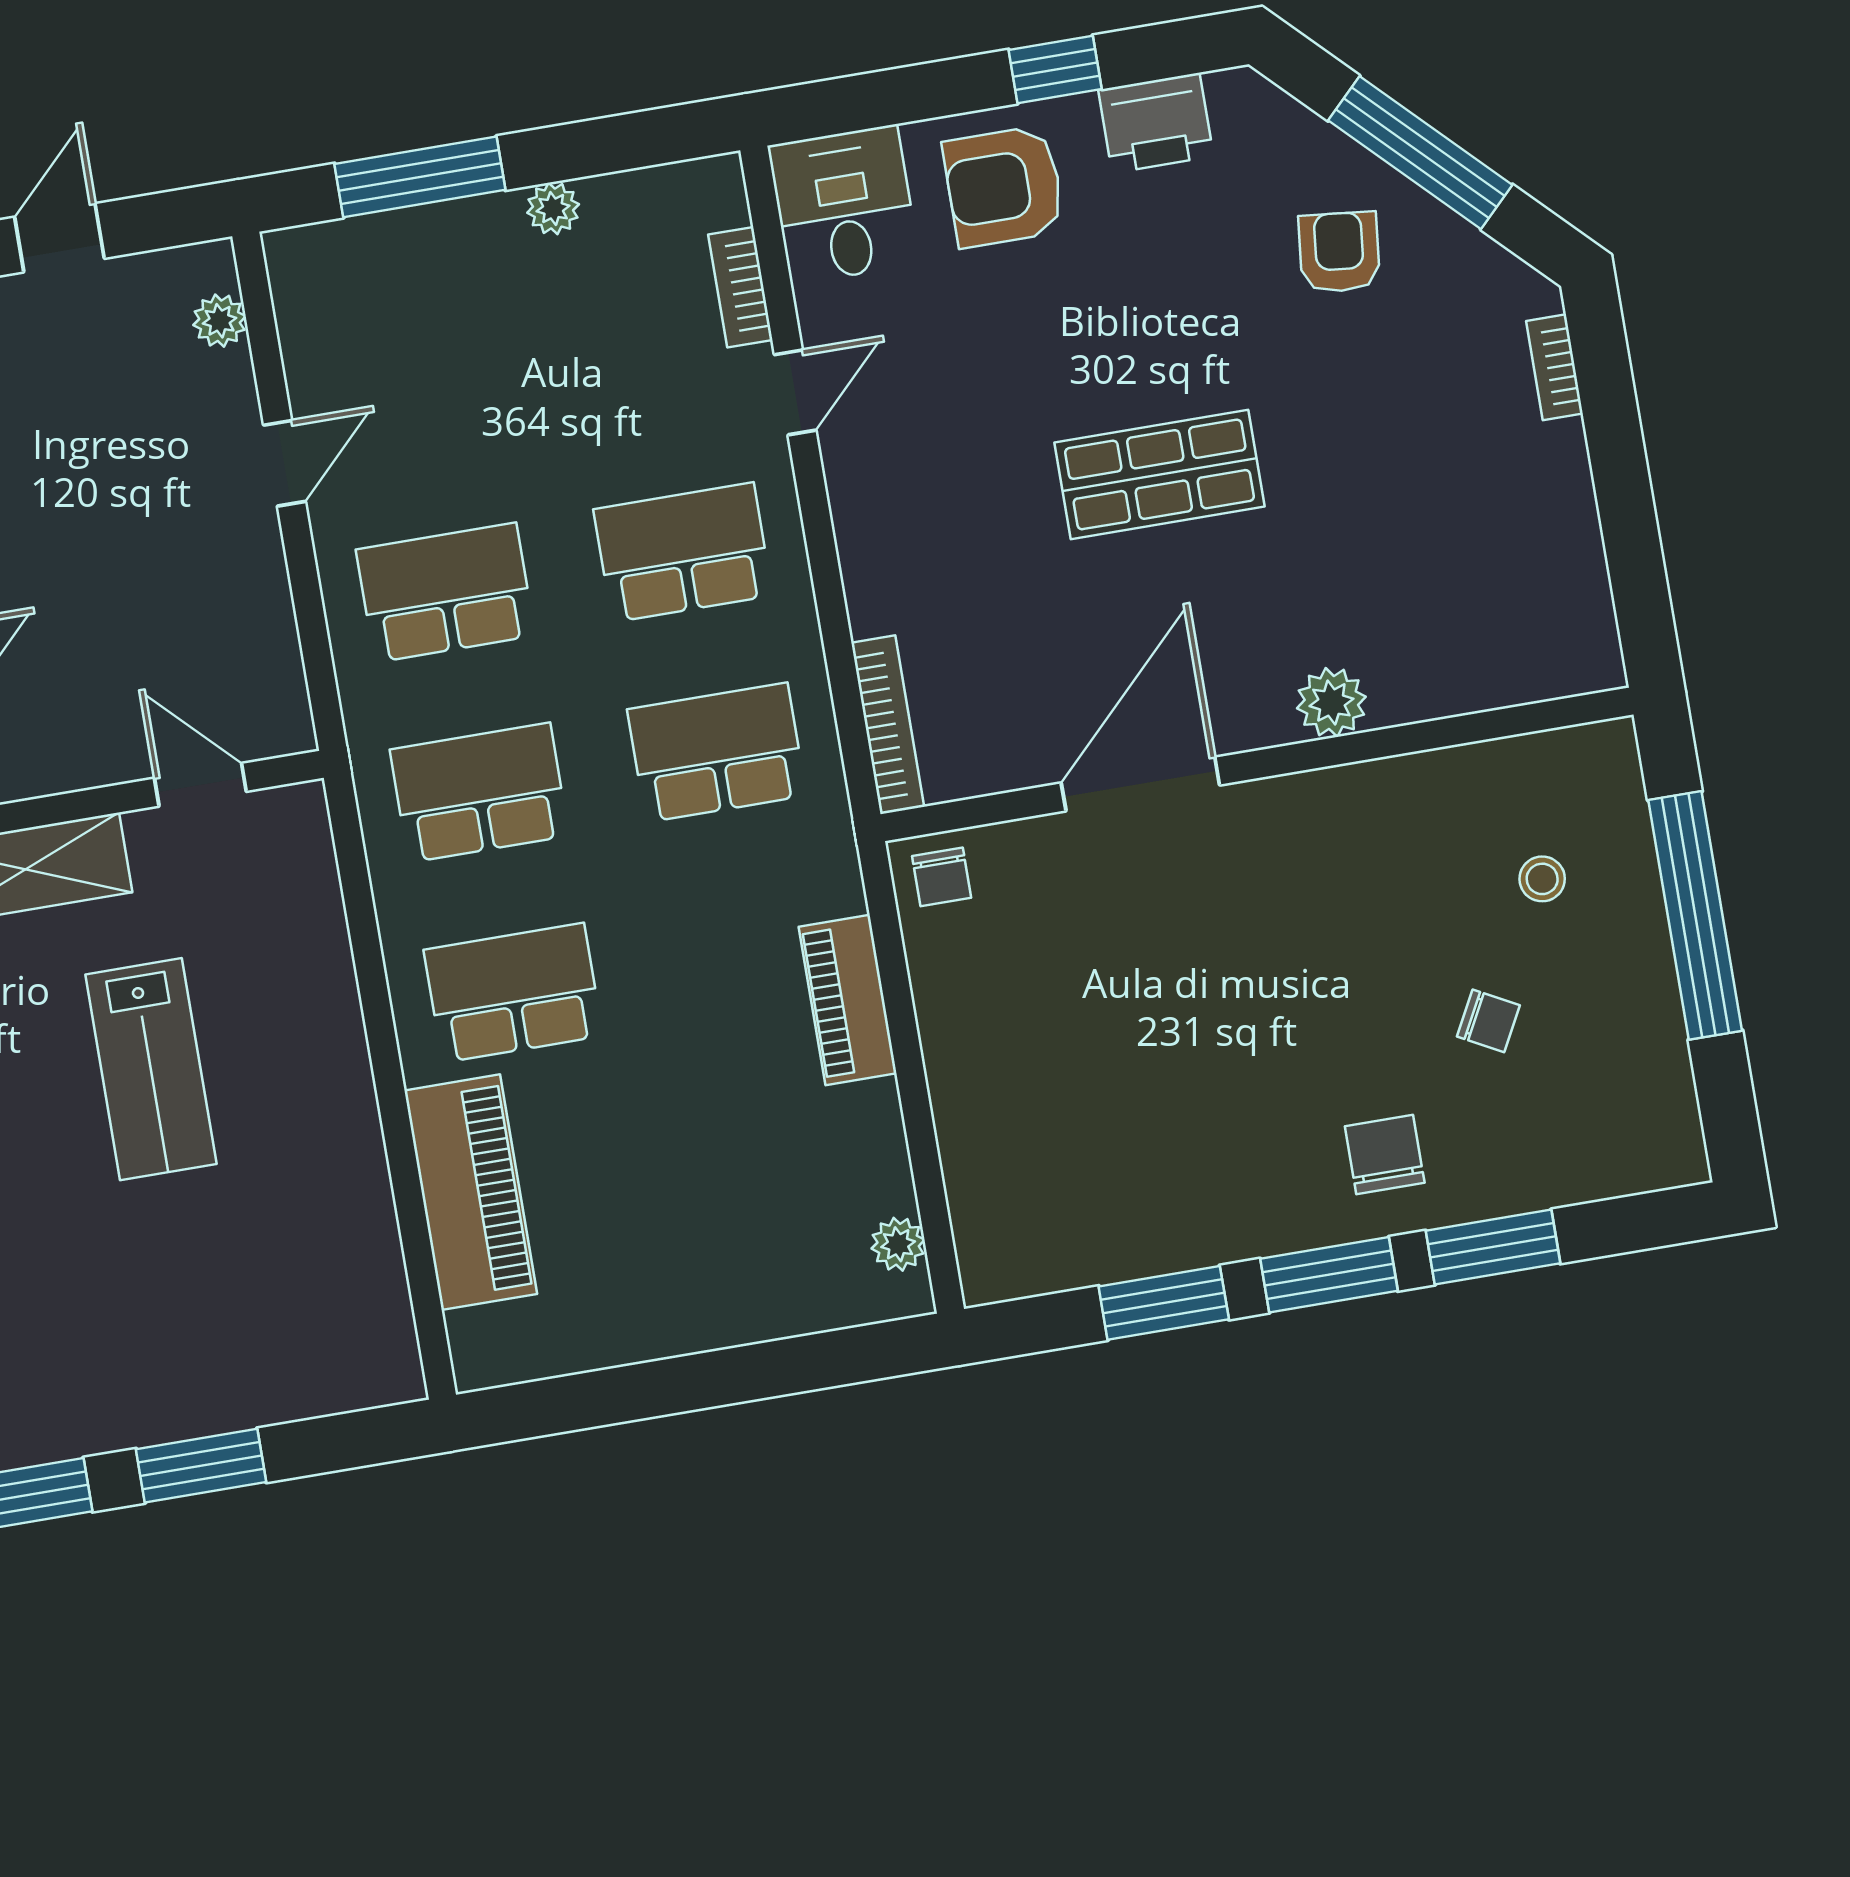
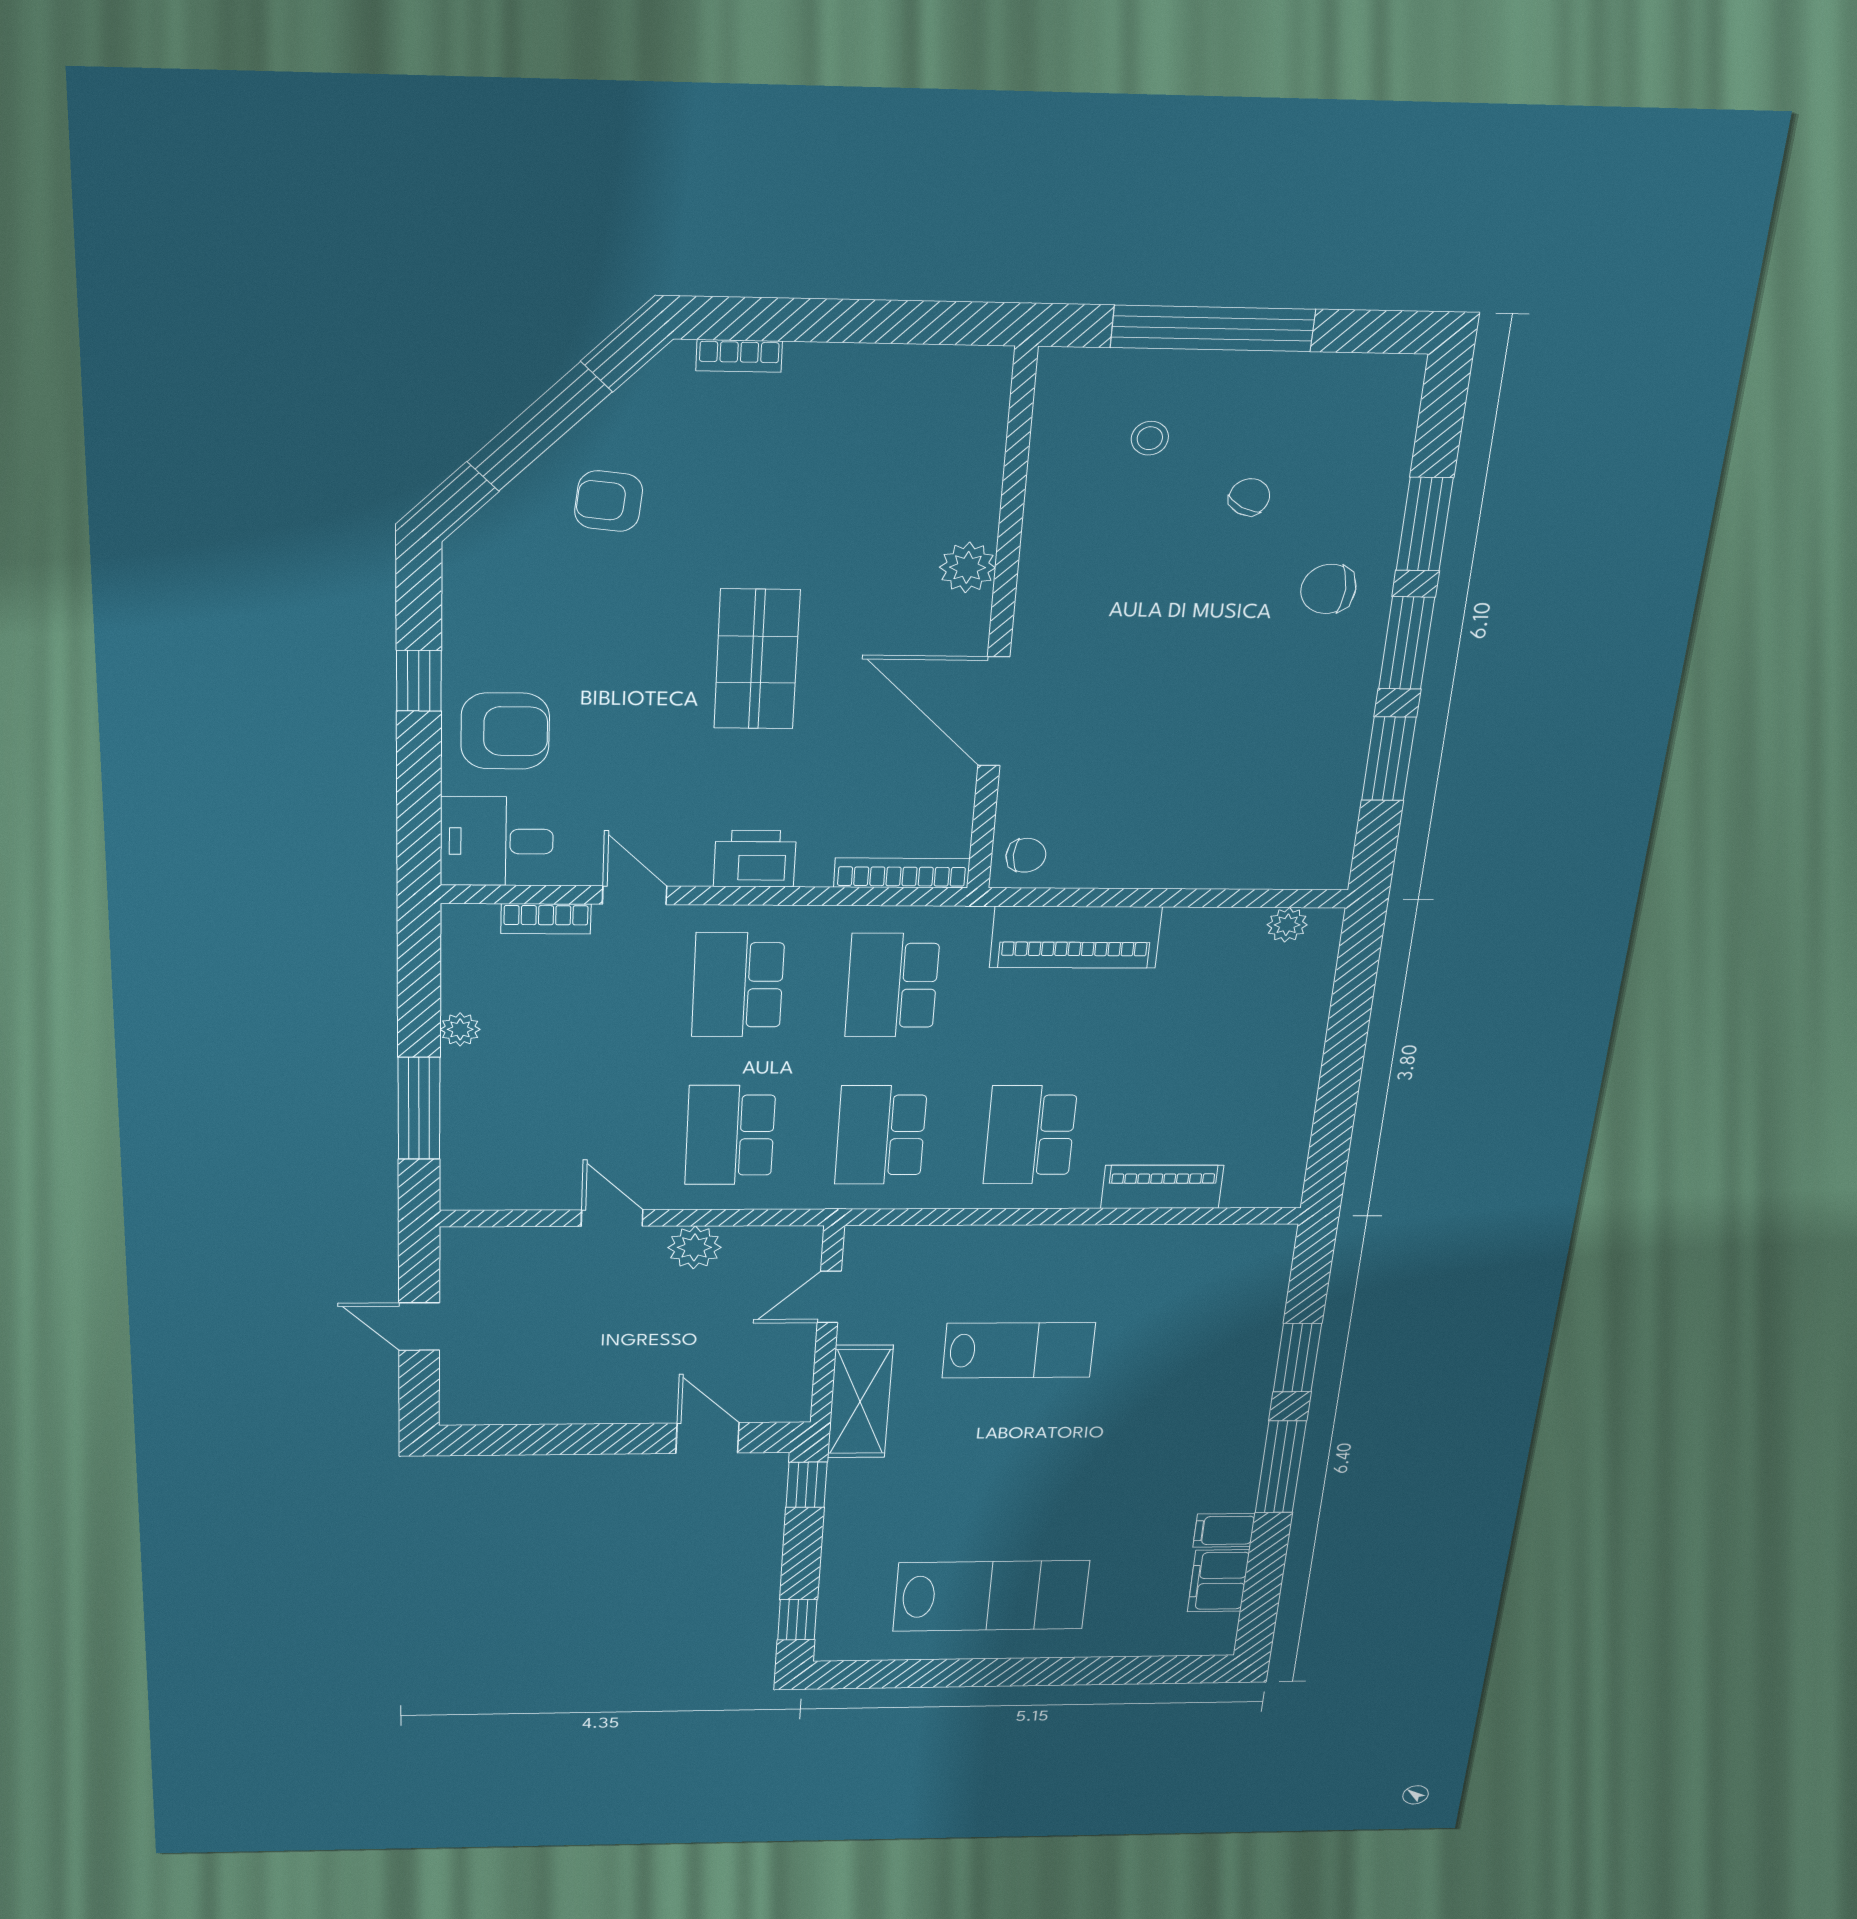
printer: (1156, 123) -> (755, 859), moved, turned -90
armchair: (1004, 187) -> (505, 731), turned -90
plant: (220, 321) -> (694, 1247), moved, width x1.38, depth x1.38
piano: (848, 1000) -> (1076, 937), width x1.37, depth x1.33
piano: (471, 1192) -> (1162, 1187), width x0.73, depth x0.75

